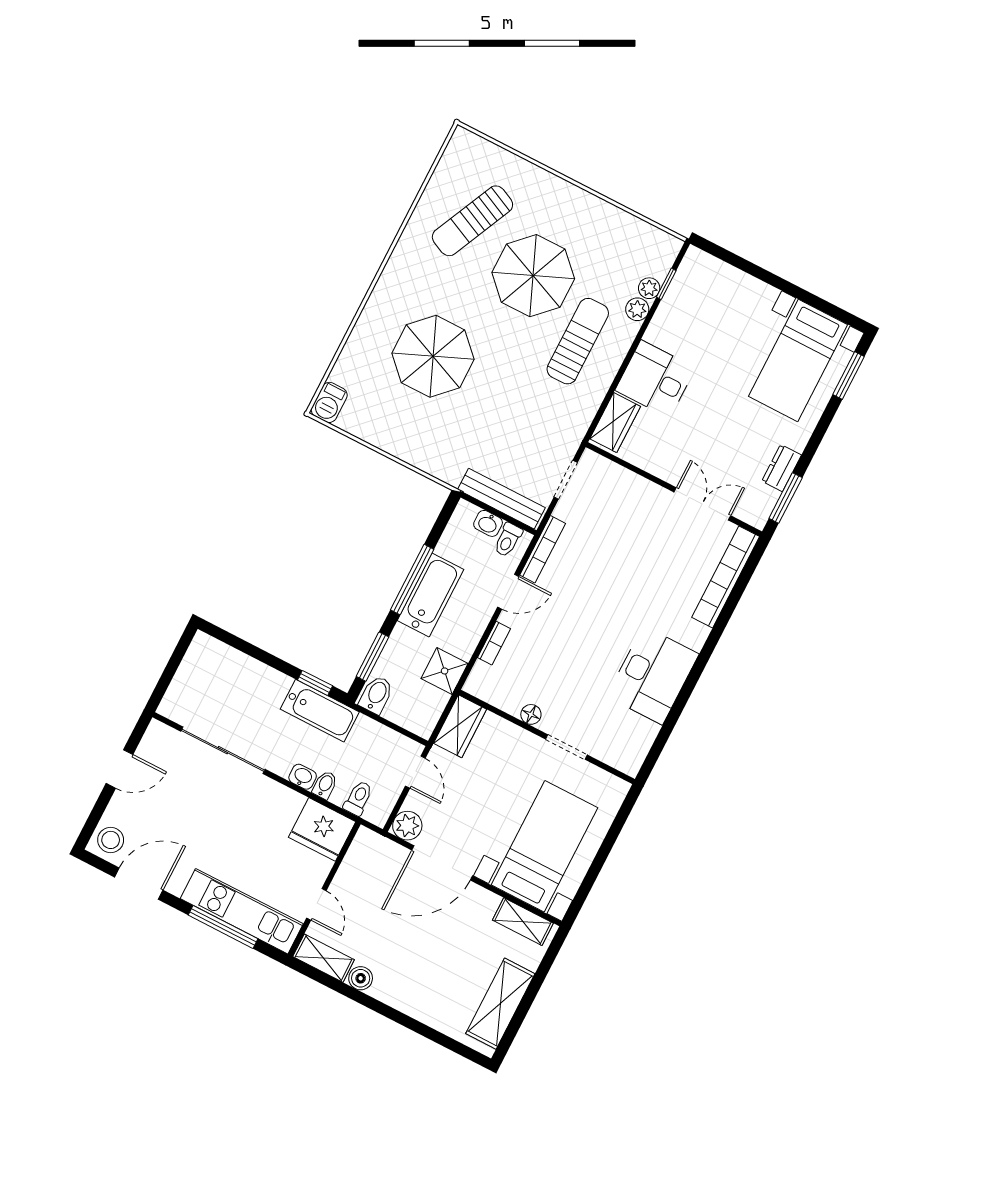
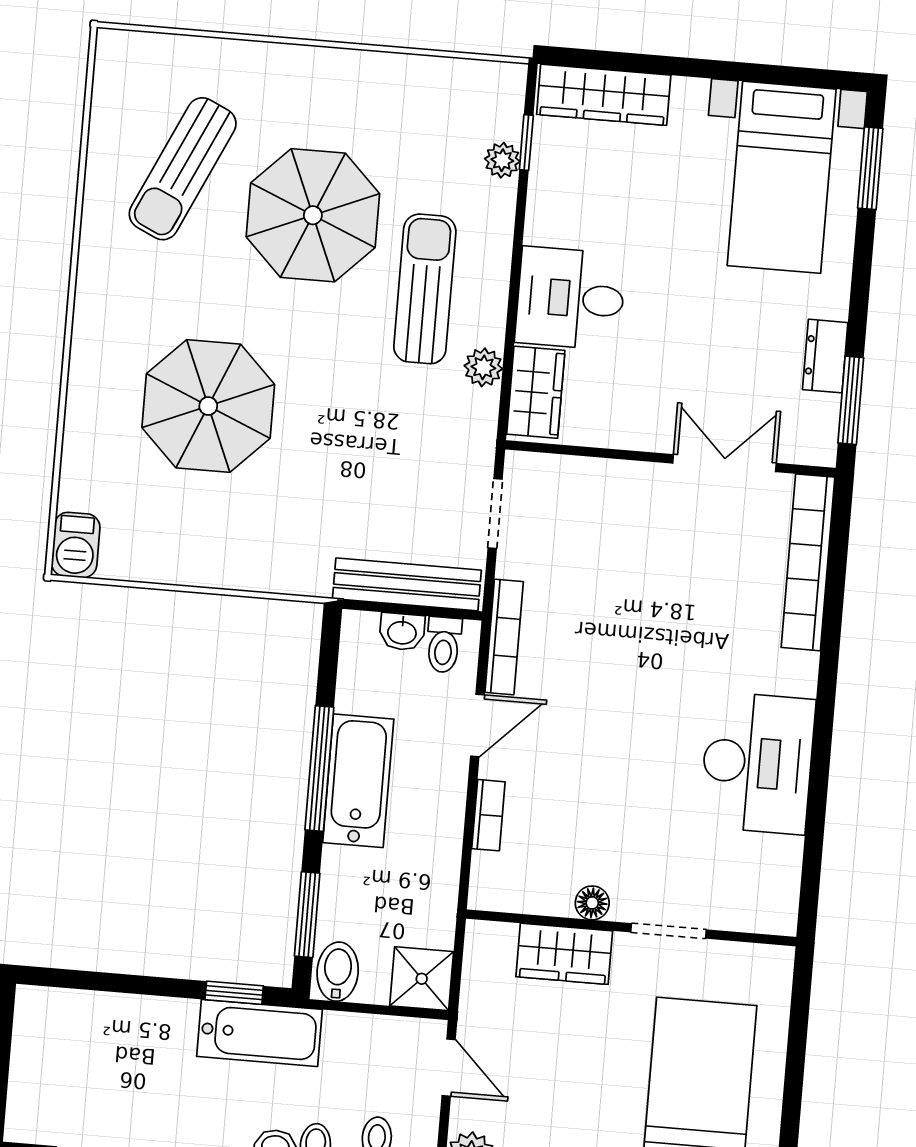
wardrobe: (719, 275) -> (604, 95), added
plant: (637, 309) -> (483, 367), moved
shower: (445, 671) -> (422, 979), moved
wardrobe: (460, 726) -> (564, 954), moved, turned 90

